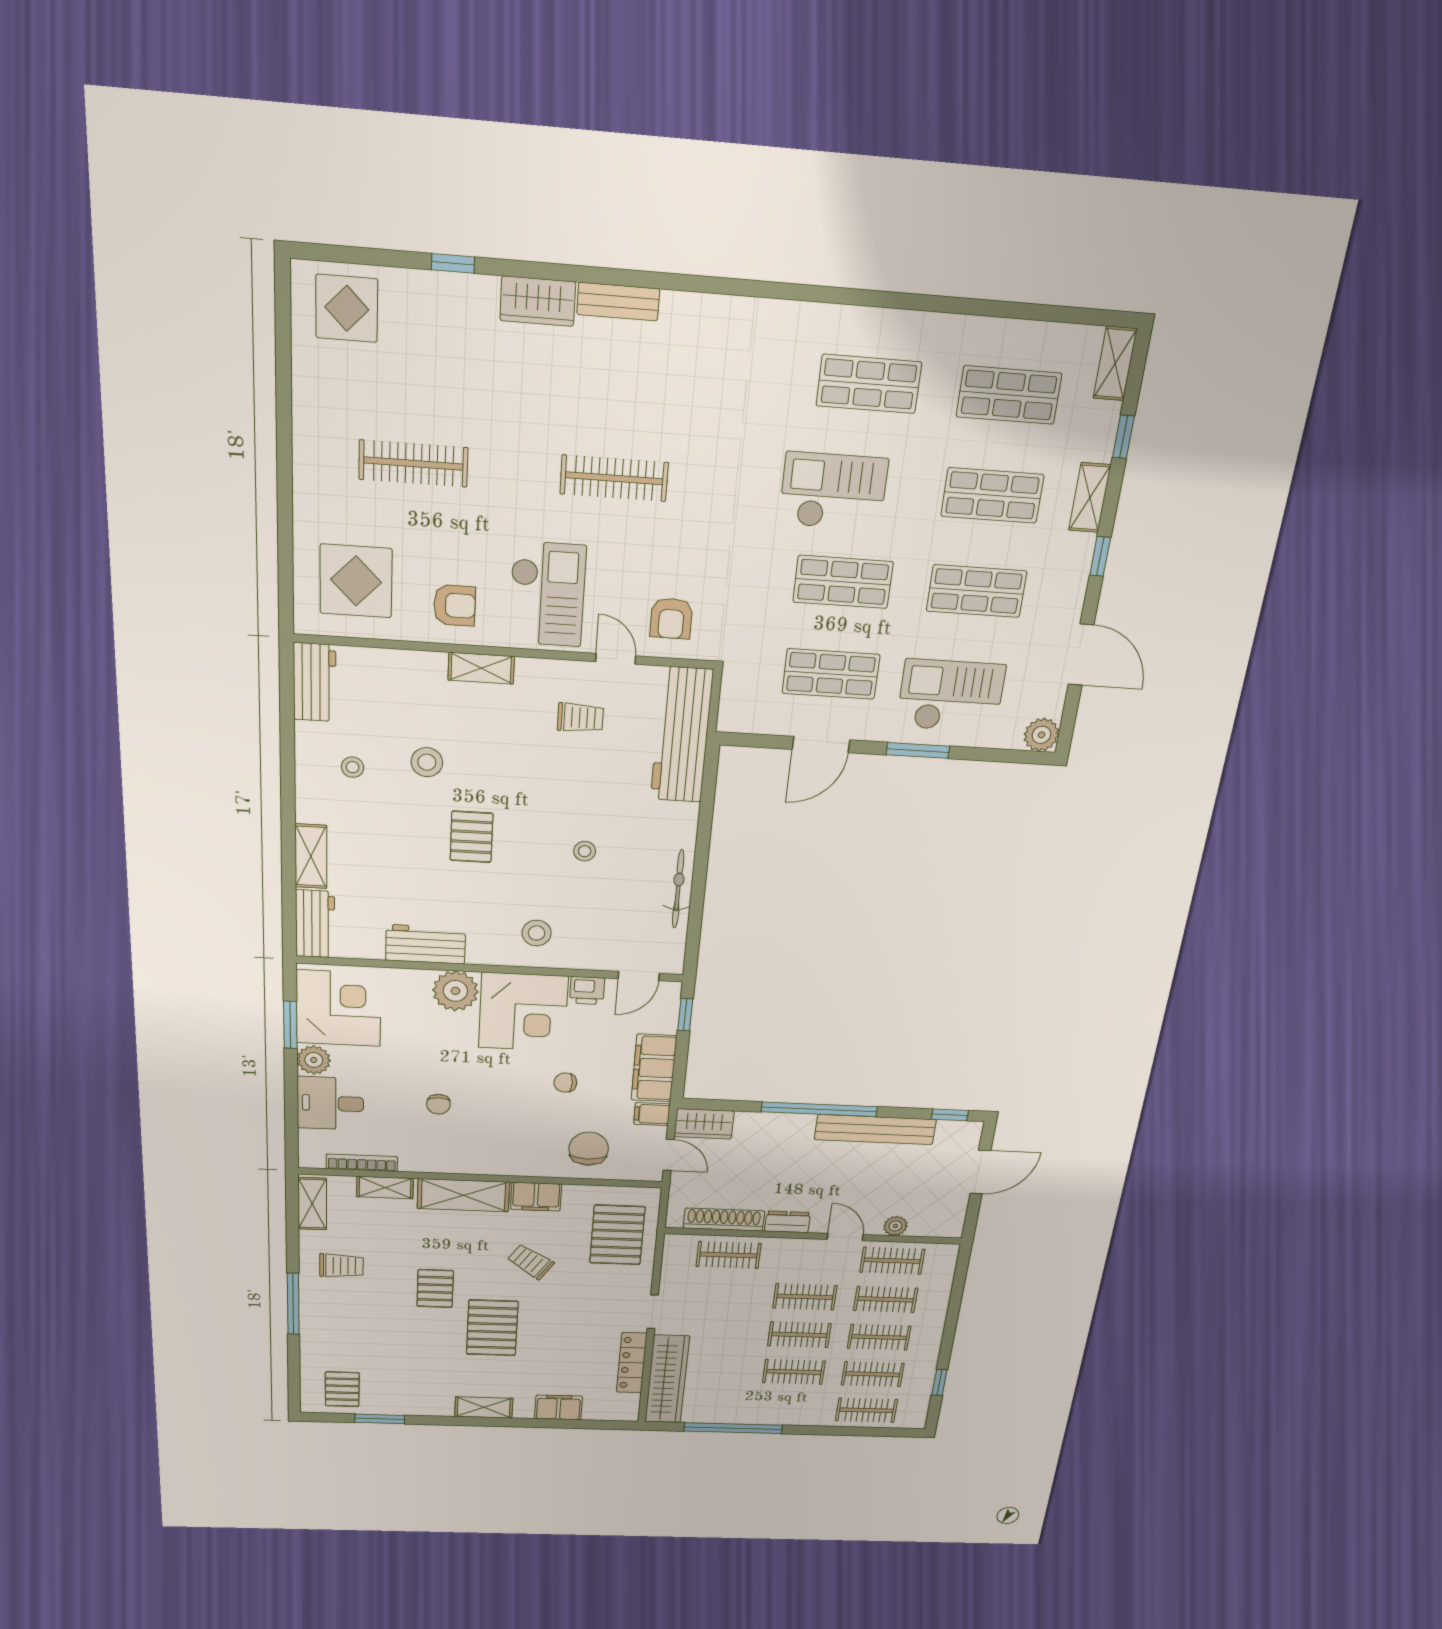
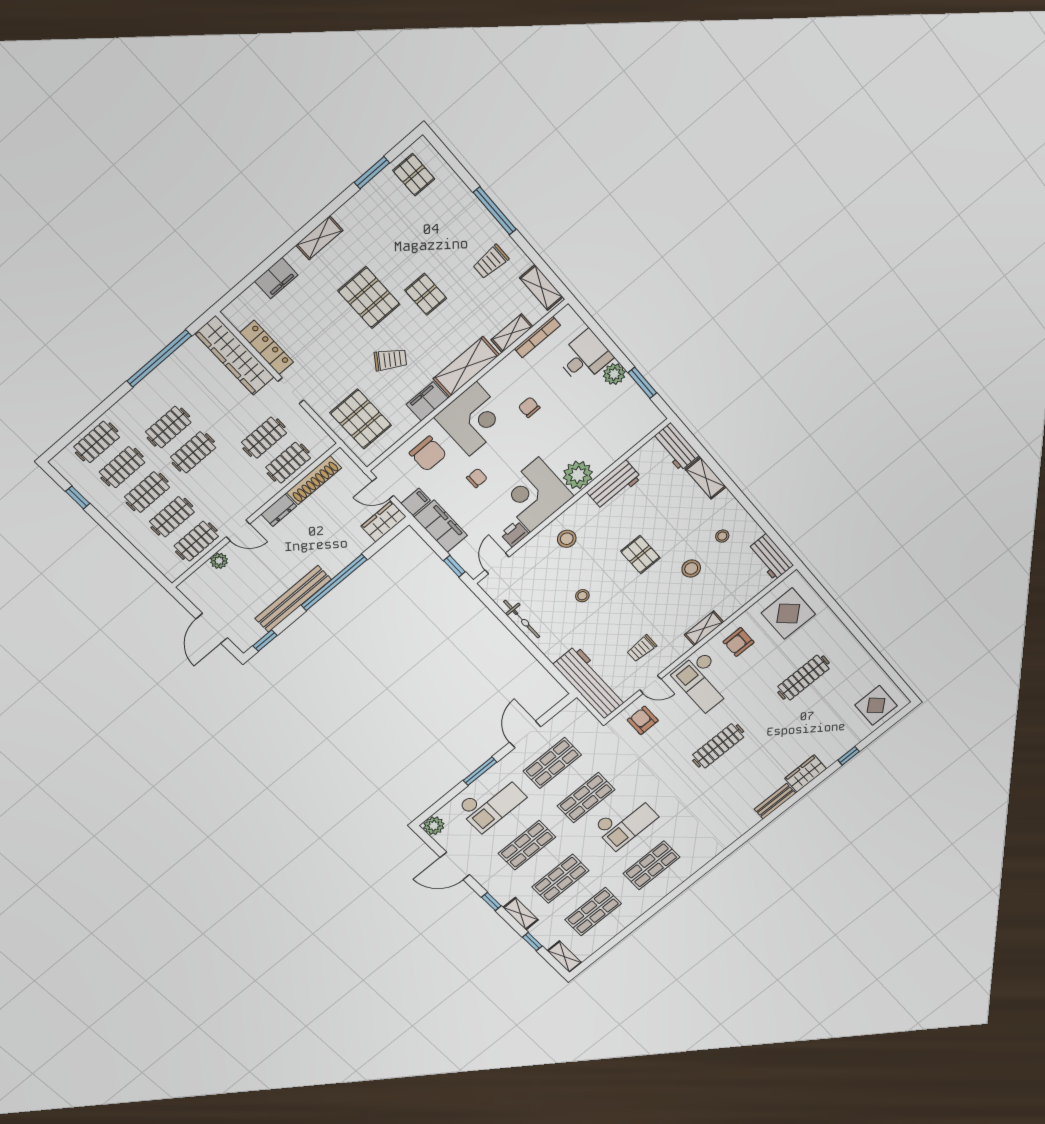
corner desk: (339, 1008) -> (473, 419), moved, turned -90
clothes rail: (805, 1297) -> (264, 438), moved

